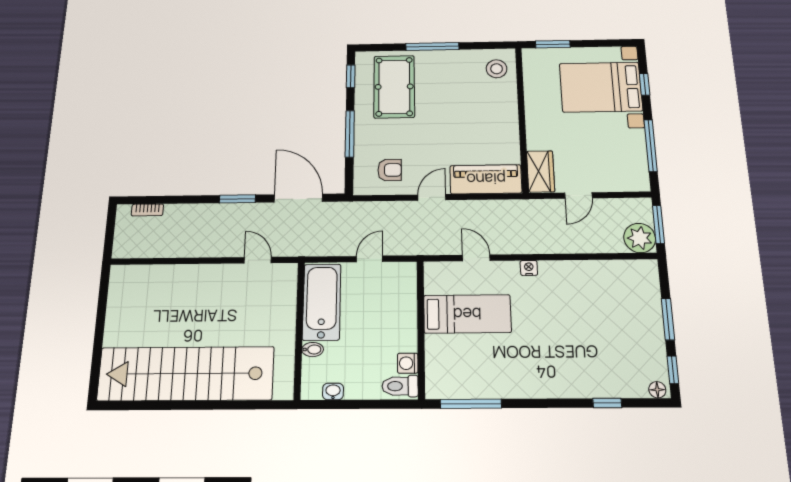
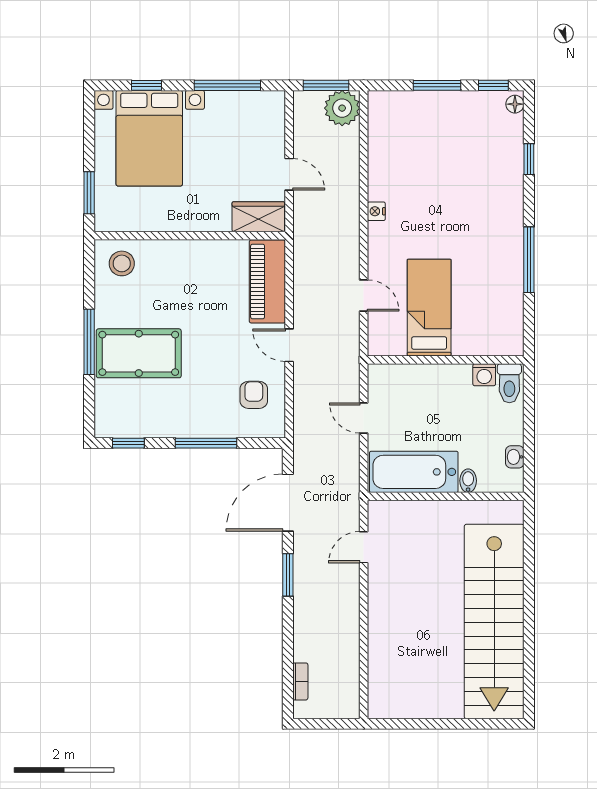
pool table: (394, 87) -> (139, 353), moved
door: (476, 258) -> (364, 296), swing flipped
nightstand: (529, 268) -> (376, 211), moved
window: (471, 404) -> (529, 260), moved

